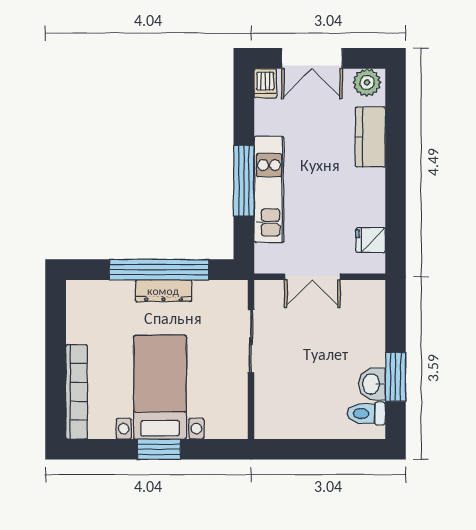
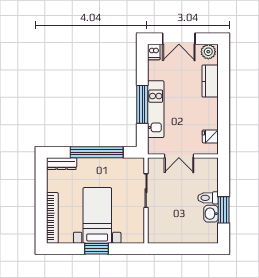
dresser: (163, 291) -> (62, 164), moved
toilet: (366, 414) -> (208, 198), moved

